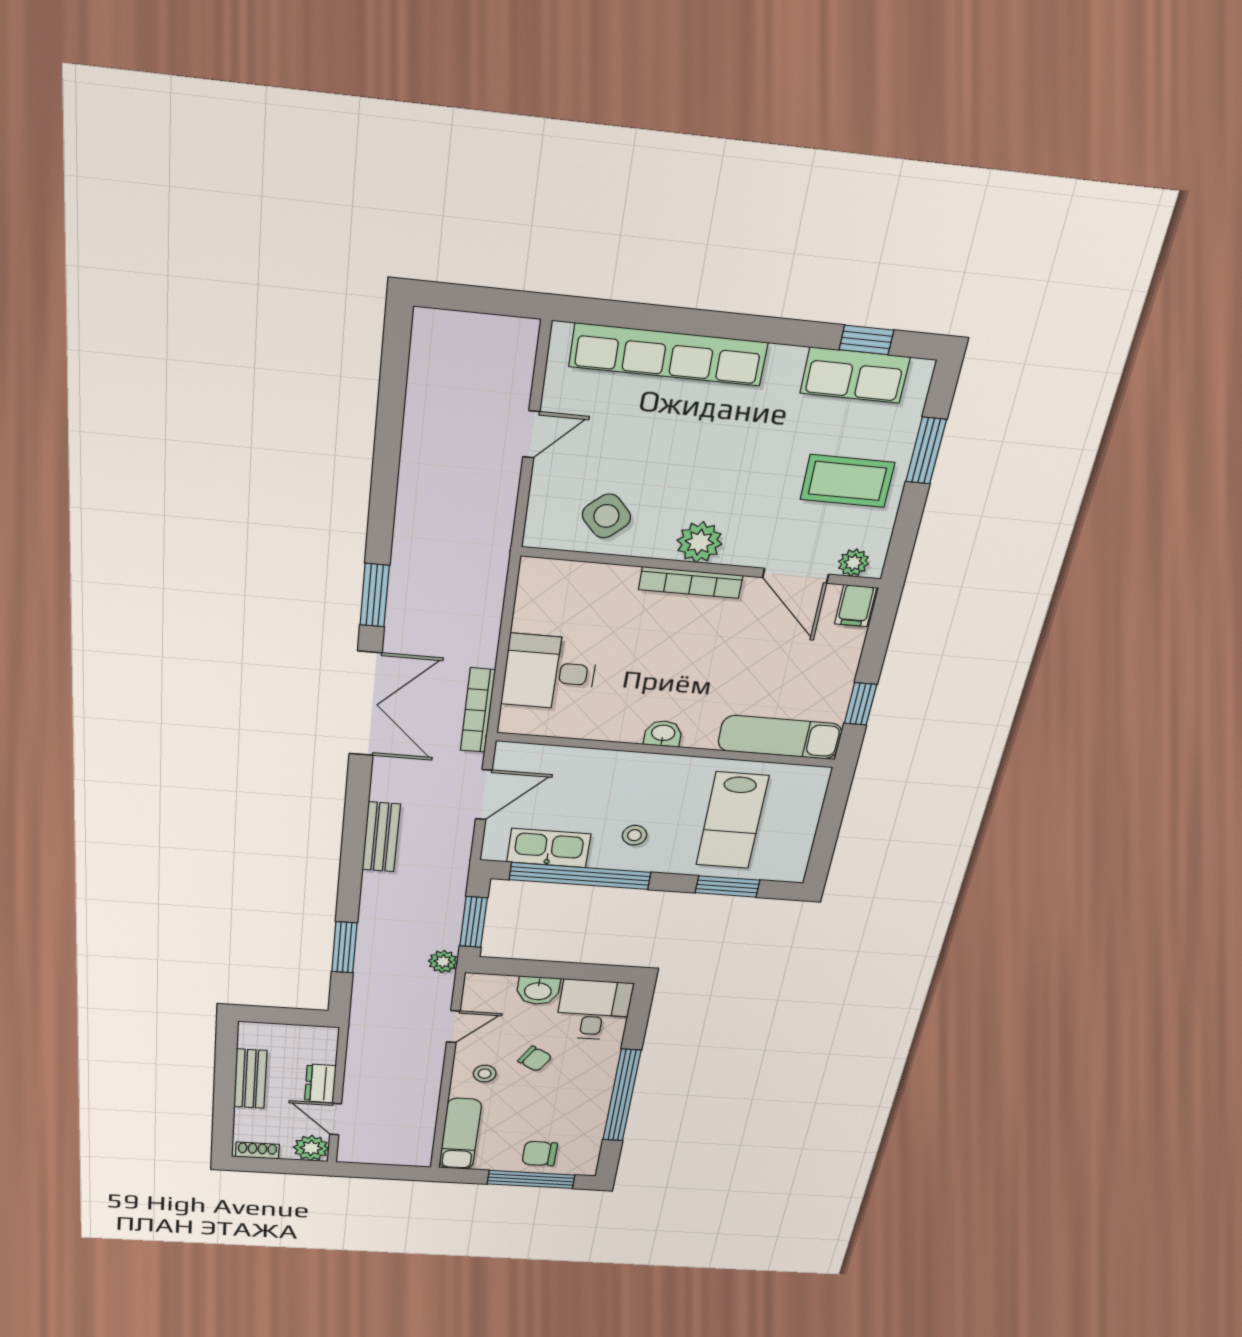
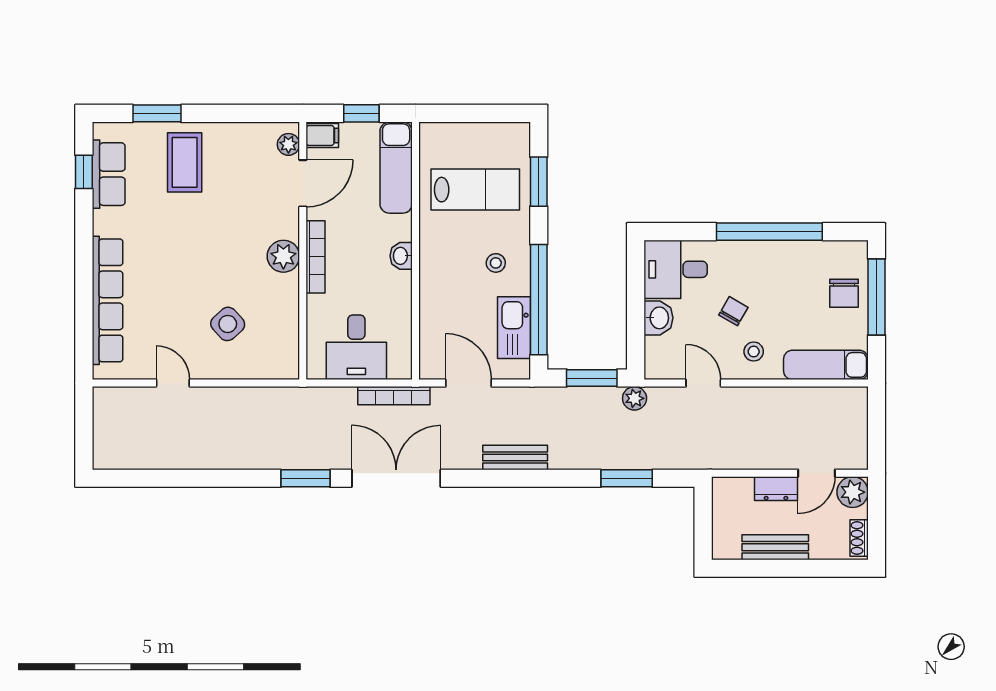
plant: (699, 542) -> (283, 256), moved
plant: (854, 563) -> (288, 144), moved
wall: (702, 567) -> (303, 251), moved
door: (796, 576) -> (303, 183), moved
bookcase: (691, 583) -> (316, 257), moved
filing cabinet: (855, 606) -> (322, 135), moved

